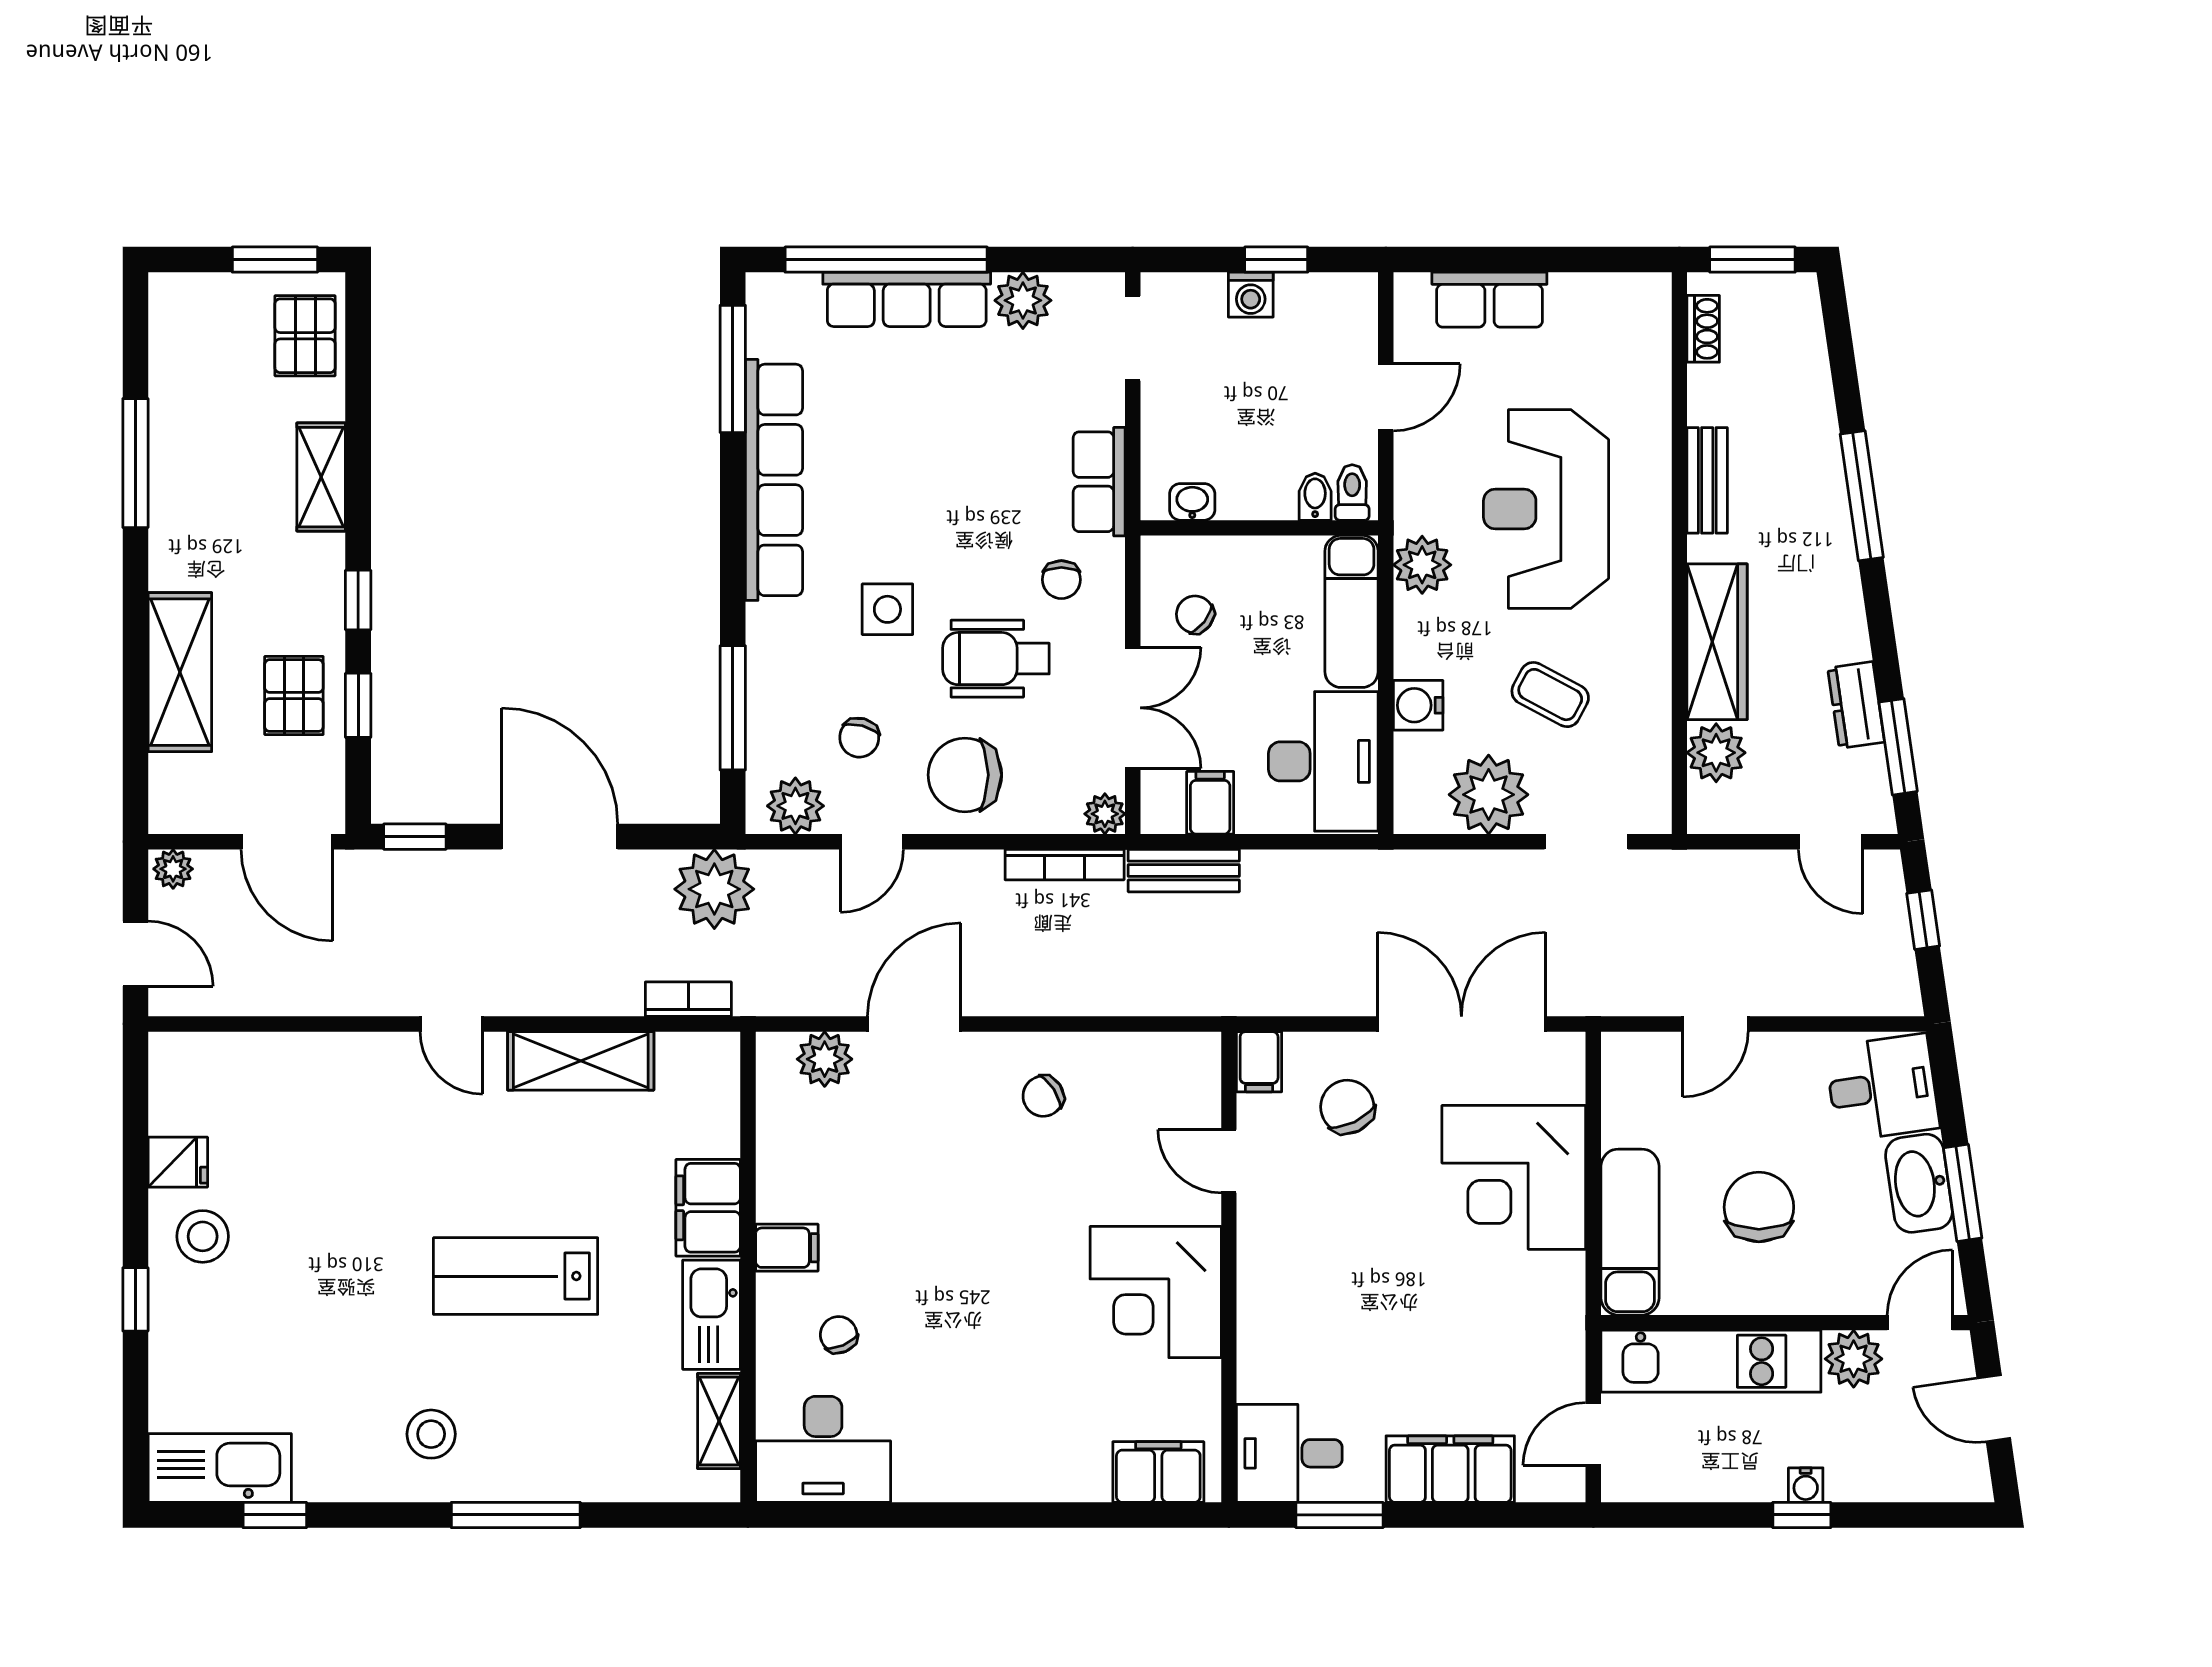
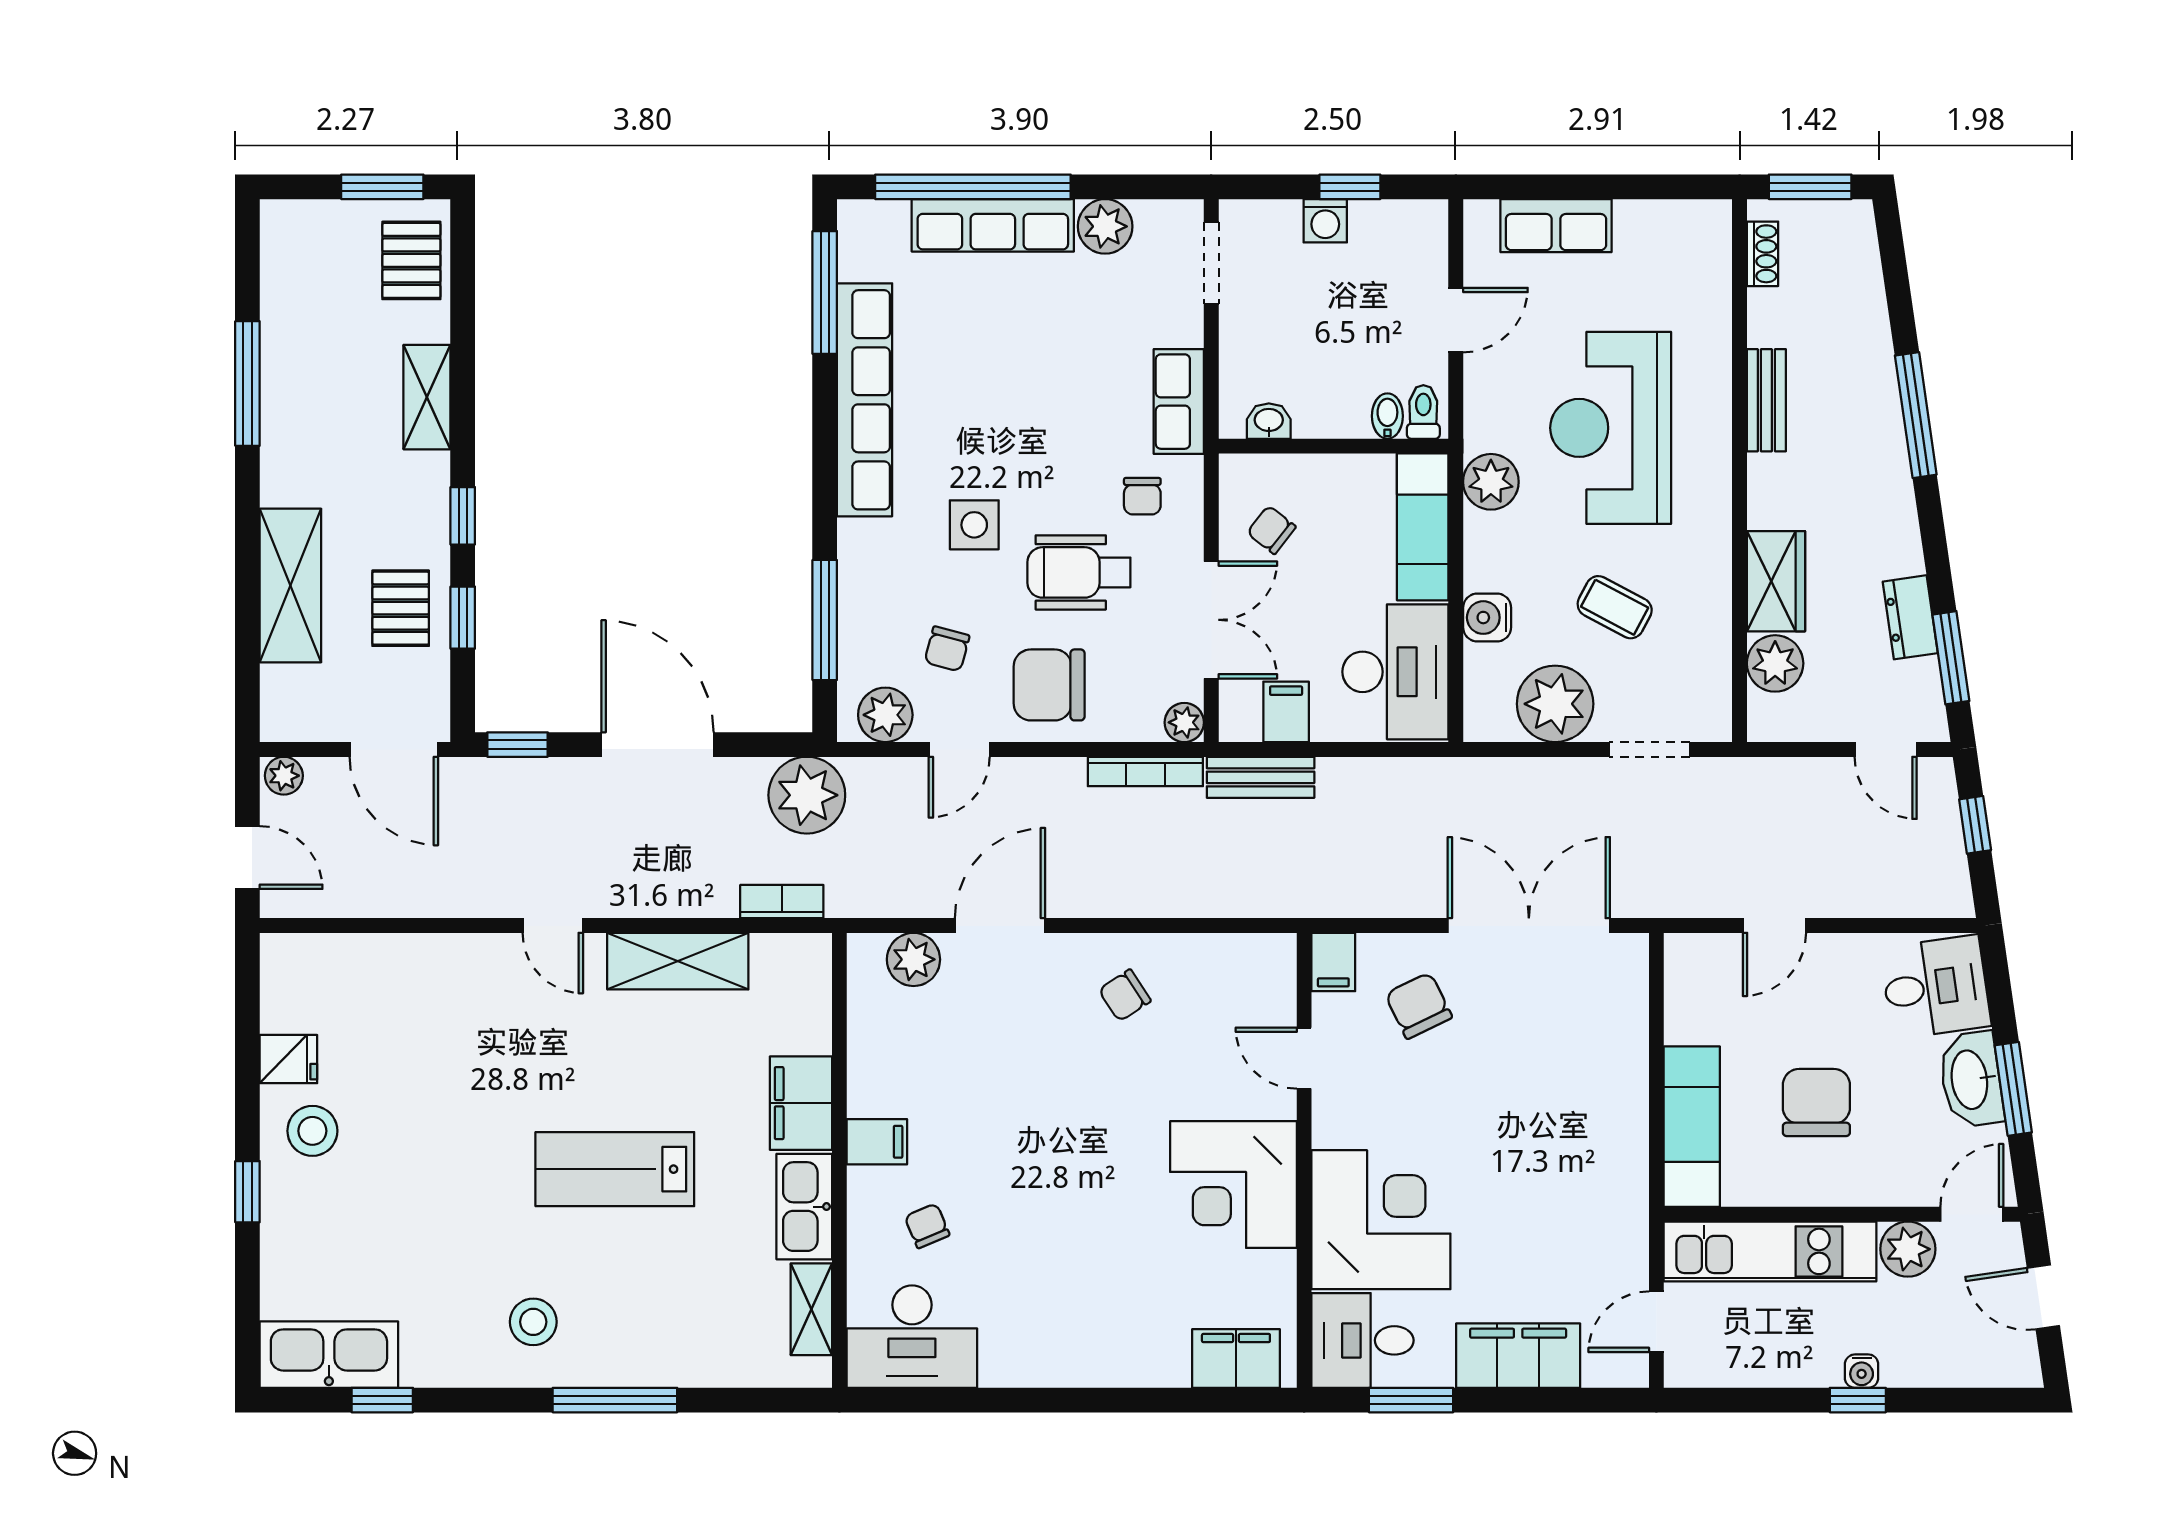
wardrobe: (1717, 642) -> (1776, 581), width x0.67
corner desk: (1514, 1177) -> (1381, 1220), moved, turned 180

